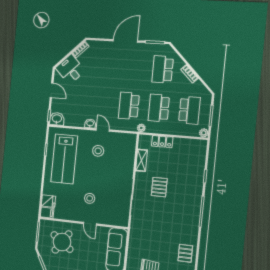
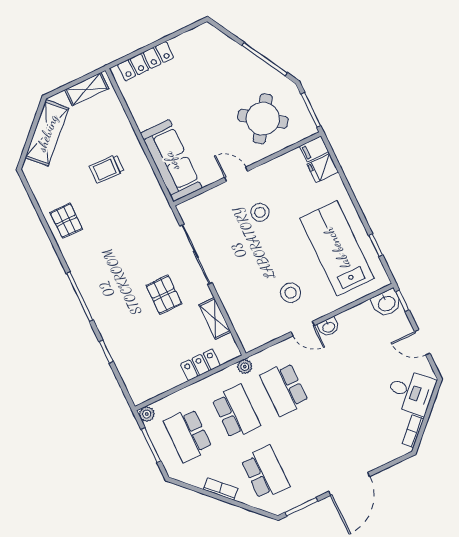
school desk: (129, 106) -> (284, 389), turned 180

